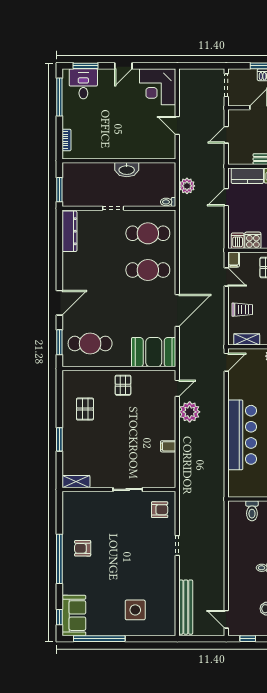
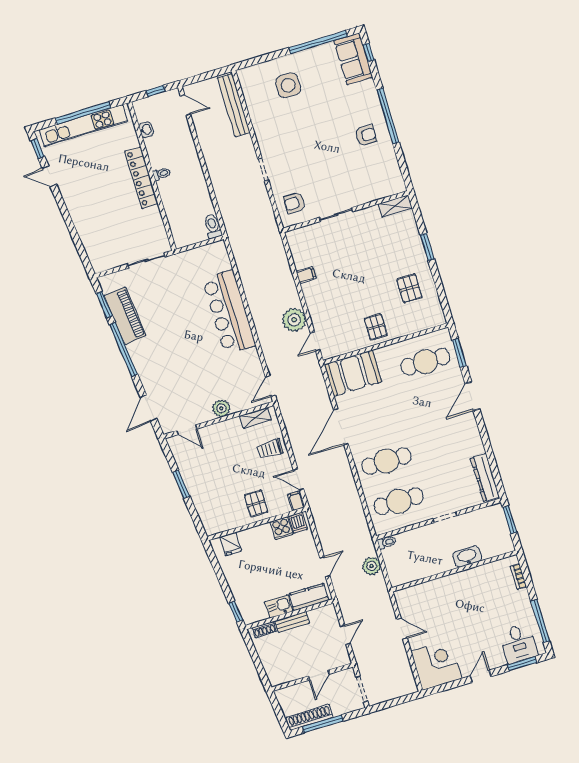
washbasin: (127, 170) -> (467, 557), moved
toilet: (252, 511) -> (213, 226), moved

